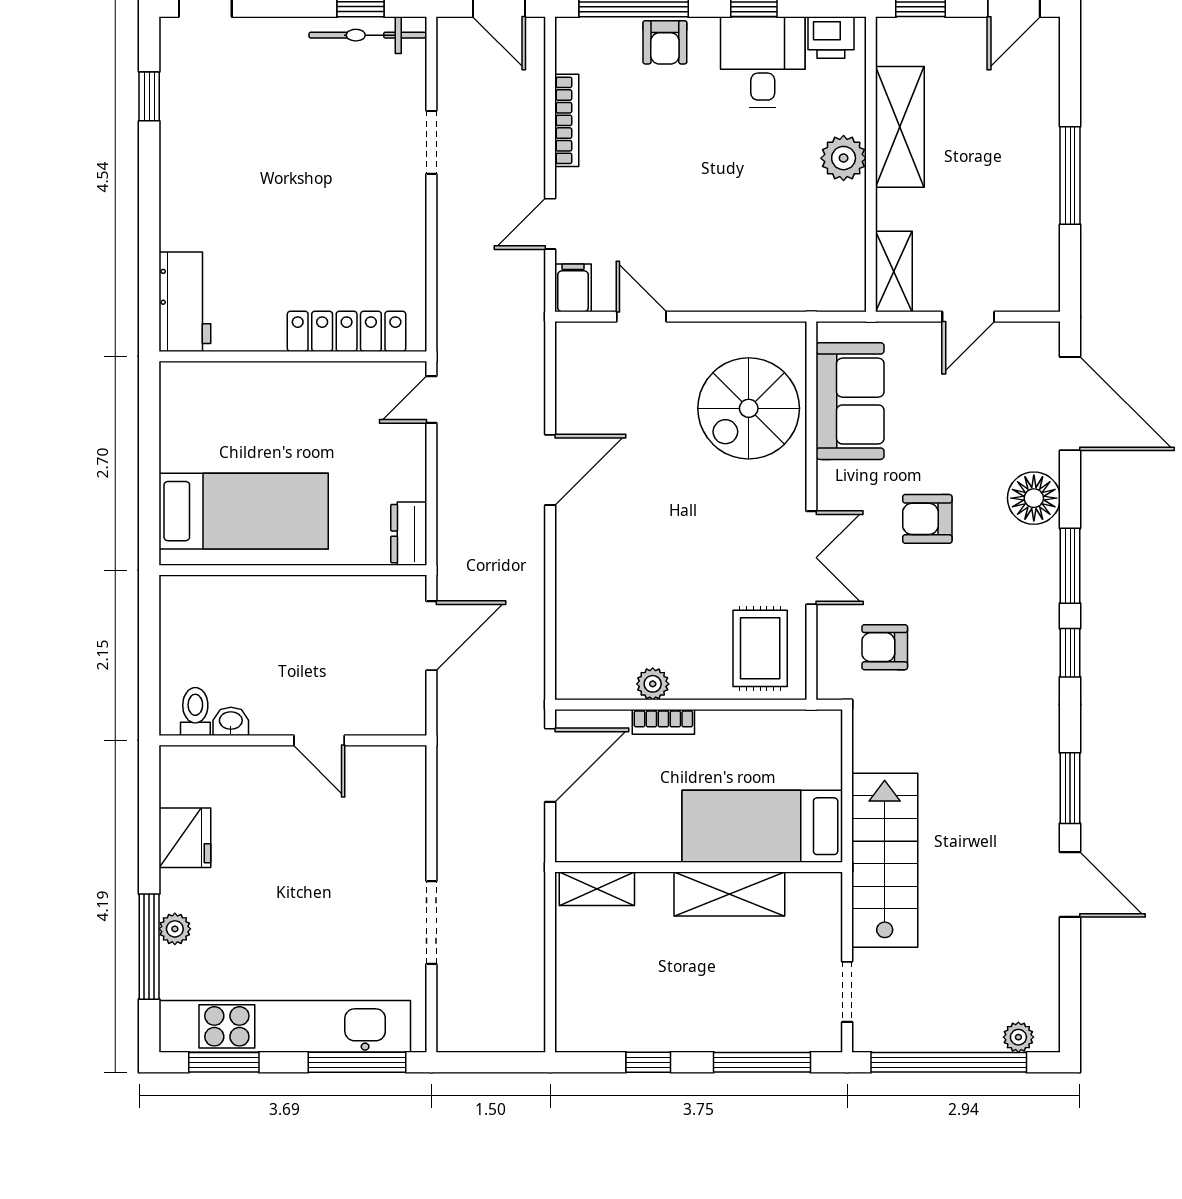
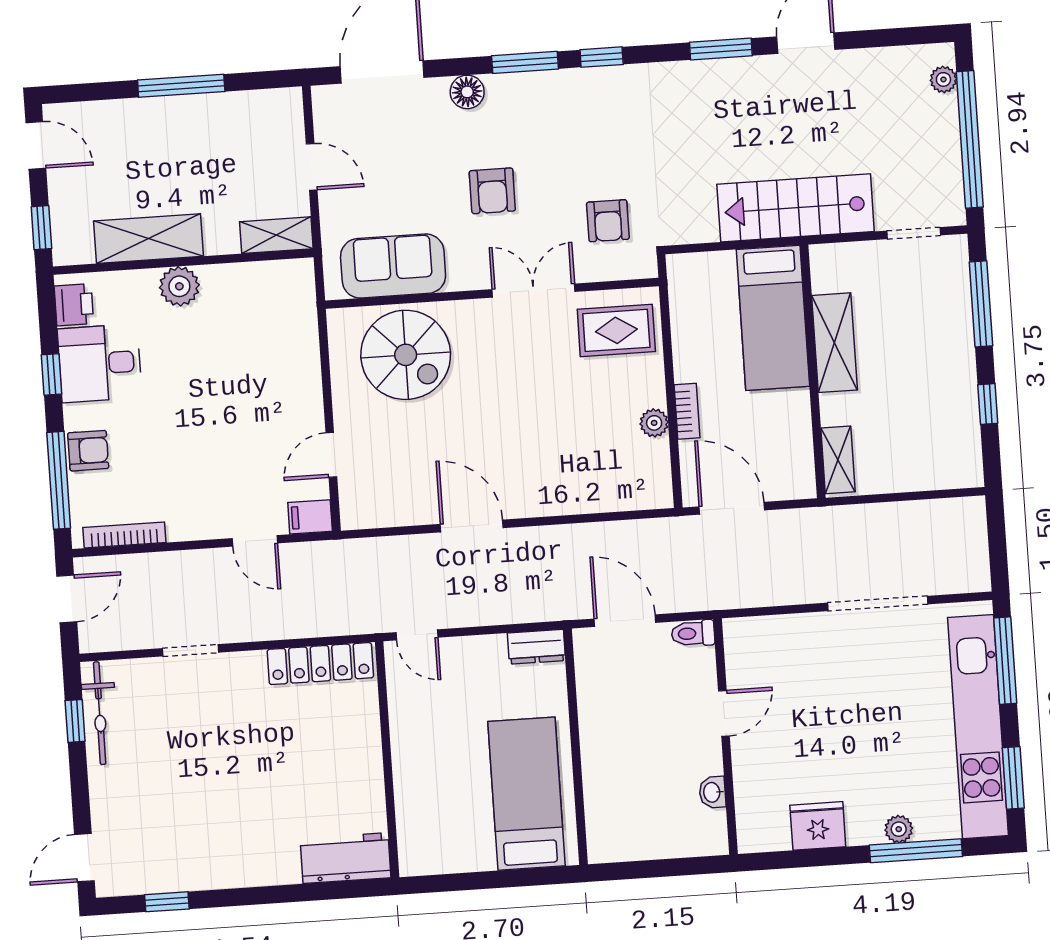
bookcase: (567, 120) -> (124, 535), moved
locker: (347, 331) -> (320, 664), moved, turned -90
floor lamp: (1034, 498) -> (467, 92), width x0.73, depth x0.73
toilet: (195, 712) -> (693, 633), moved
doorway: (431, 922) -> (878, 603), width x1.36

